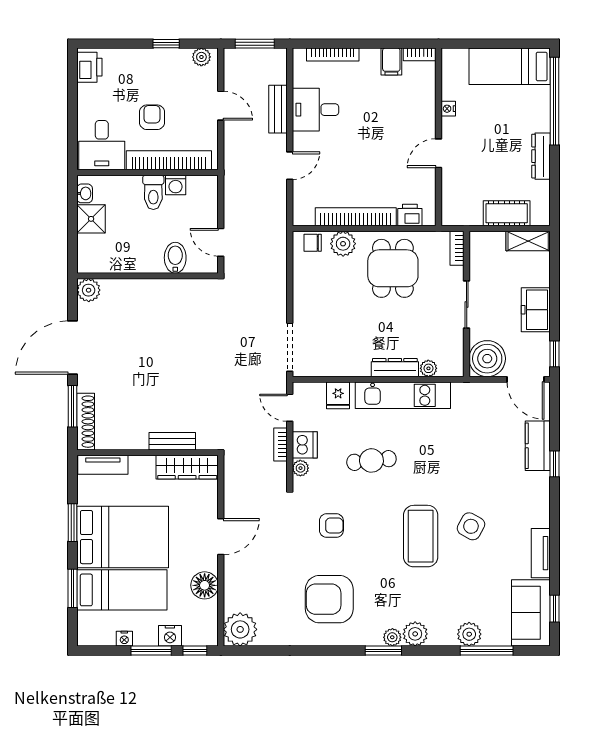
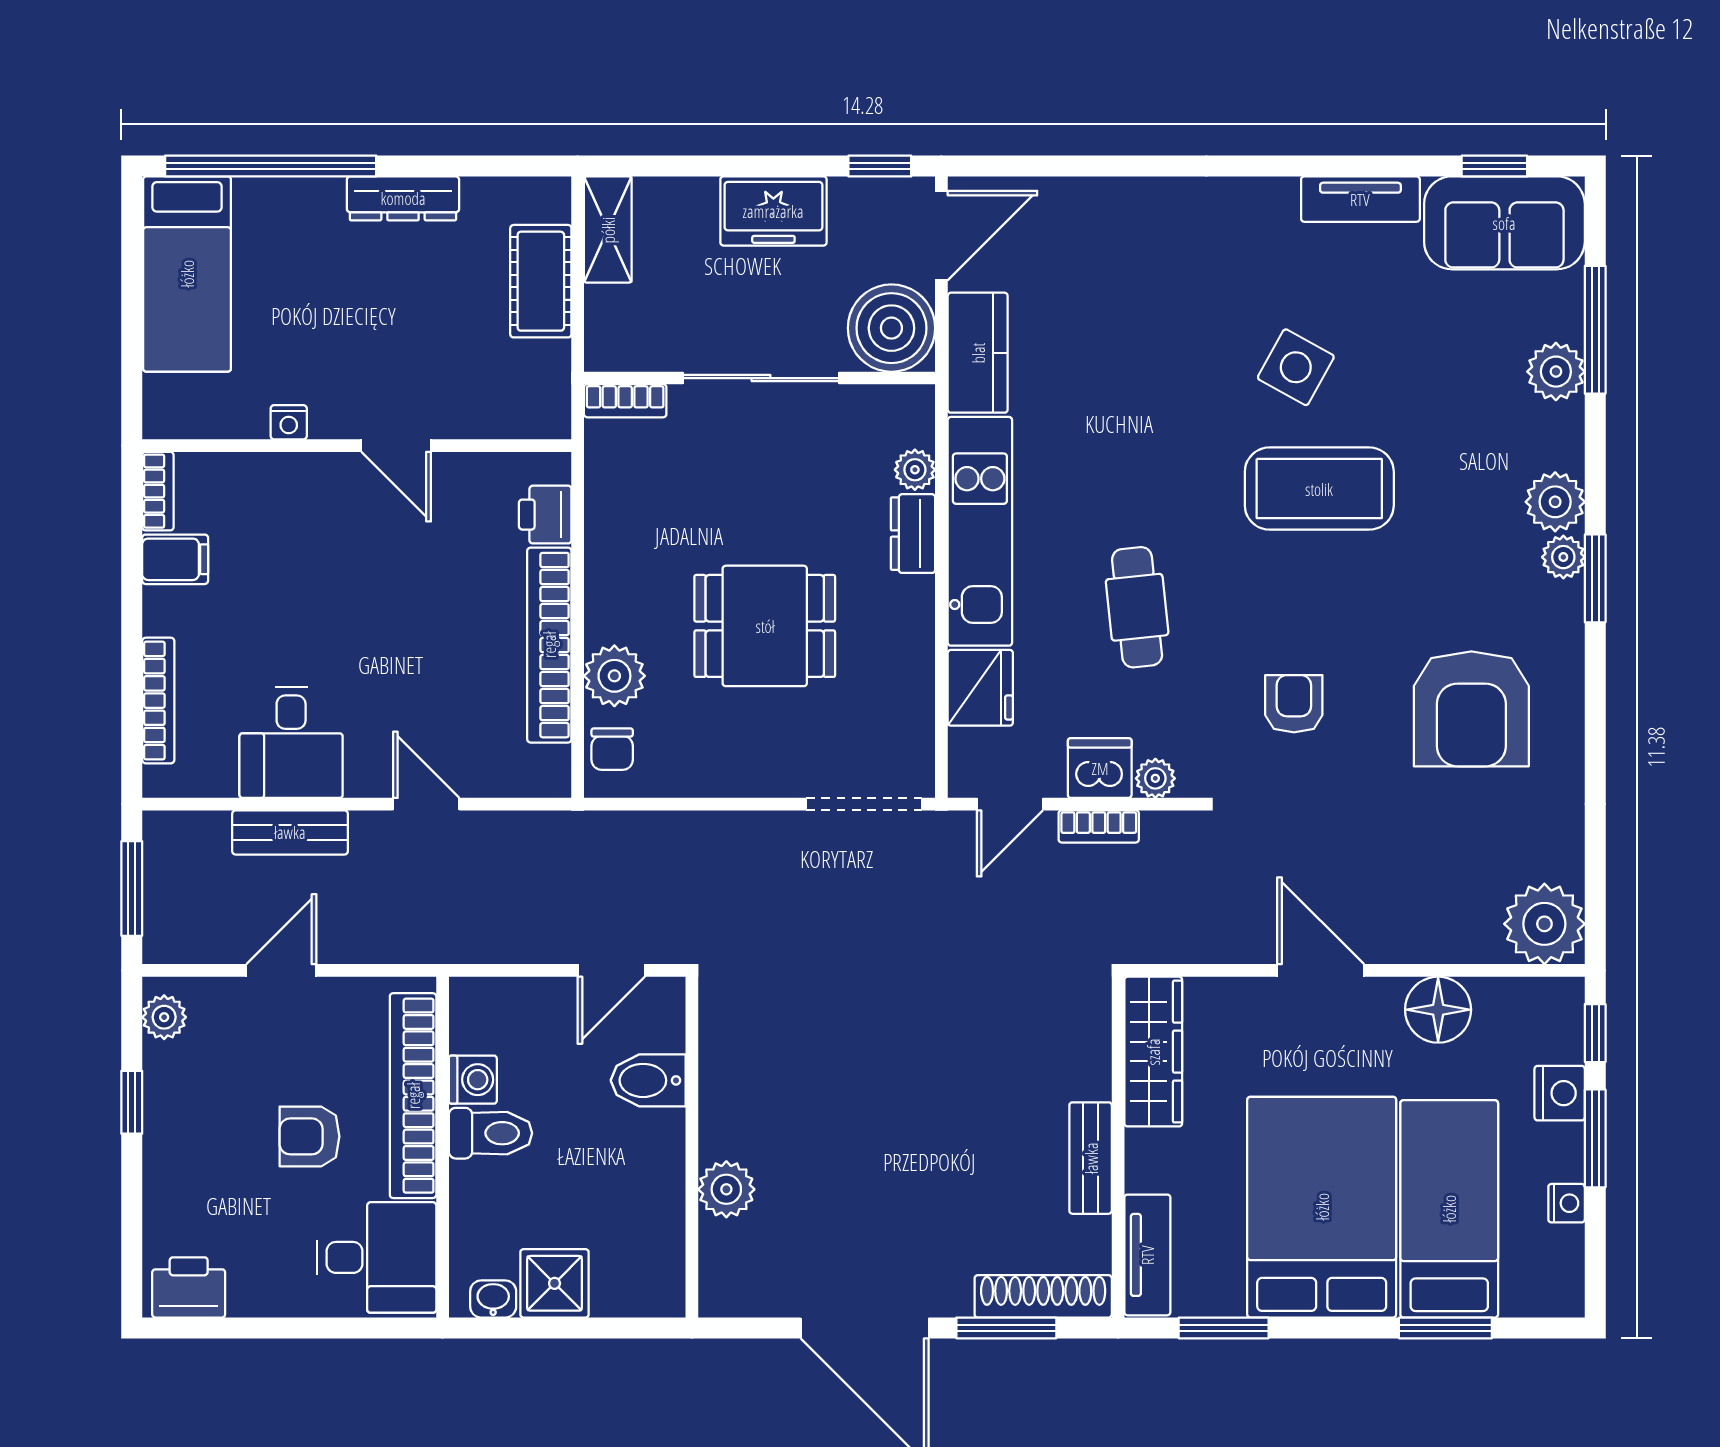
dining table: (393, 268) -> (765, 626), moved
plant: (89, 290) -> (726, 1189), moved
sliding door: (467, 305) -> (761, 378), width x1.37
dresser: (395, 368) -> (913, 534), width x0.70
fridge: (338, 395) -> (980, 688), width x1.38
bench: (172, 441) -> (1091, 1158), moved
kitchen counter: (538, 446) -> (978, 353), moved, turned -90
window: (554, 464) -> (1145, 166), removed
window: (73, 523) -> (1224, 1328), moved

